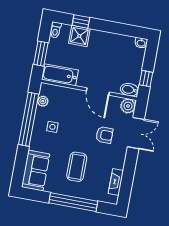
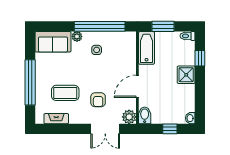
shower: (79, 36) -> (186, 75), moved
window: (146, 79) -> (170, 129), moved
plant: (43, 101) -> (77, 36), moved
coffee table: (77, 167) -> (65, 93), moved

